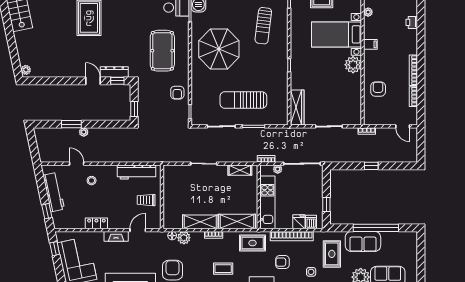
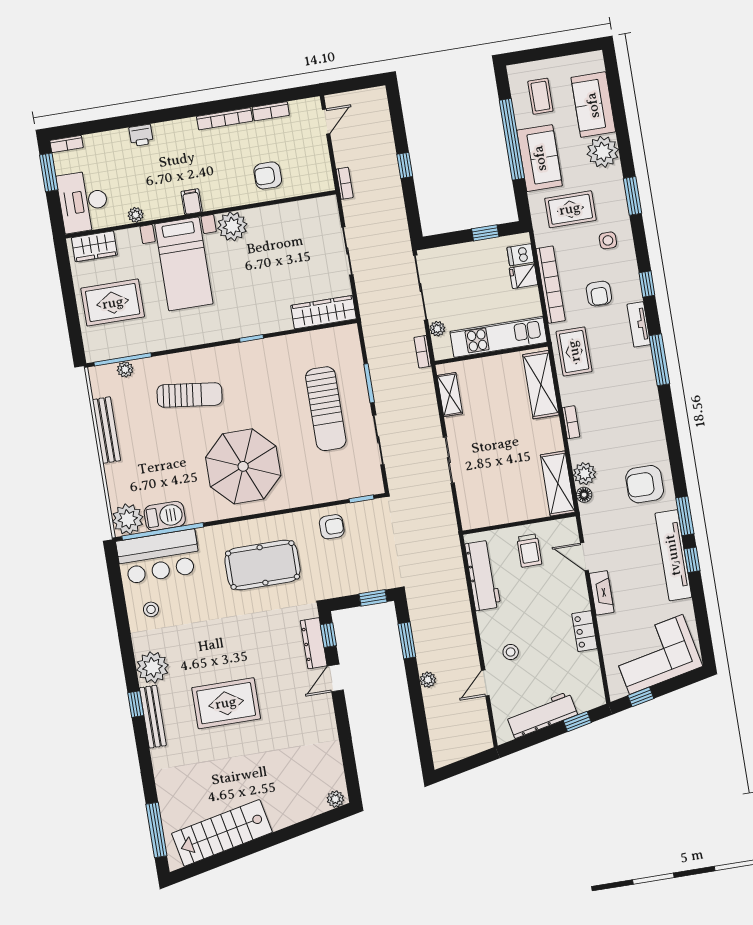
window: (71, 124) -> (407, 640), moved
shelving: (200, 222) -> (558, 484), moved
coffee table: (223, 269) -> (540, 96), moved

